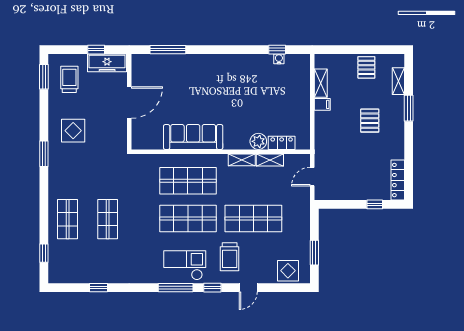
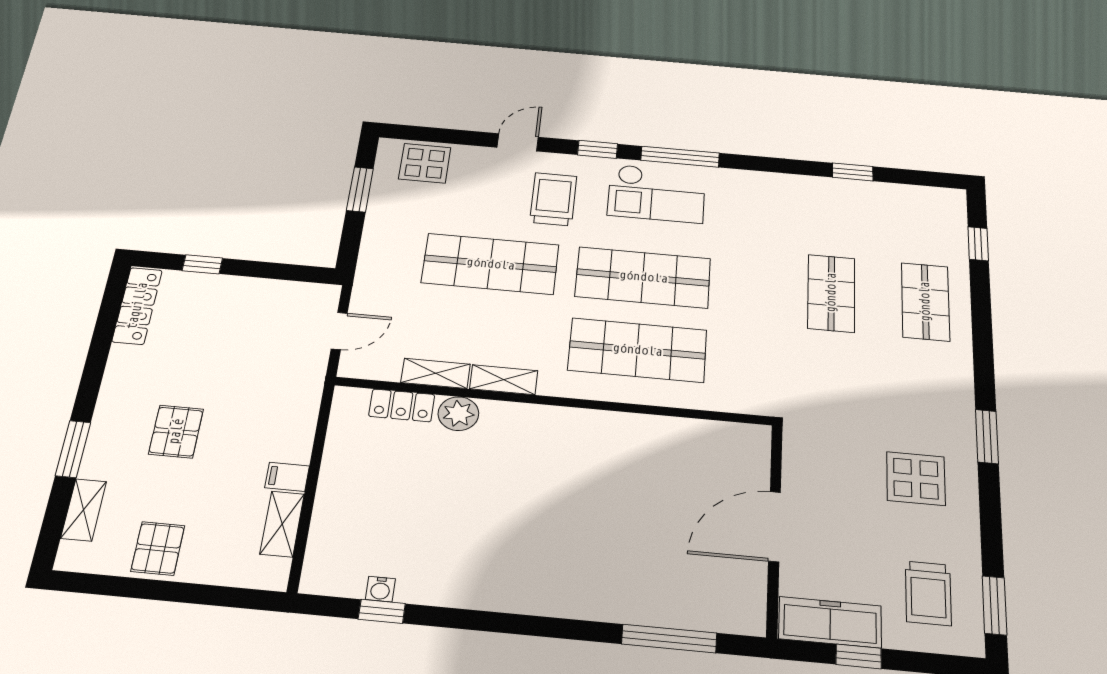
sofa: (193, 137) -> (618, 437), removed

